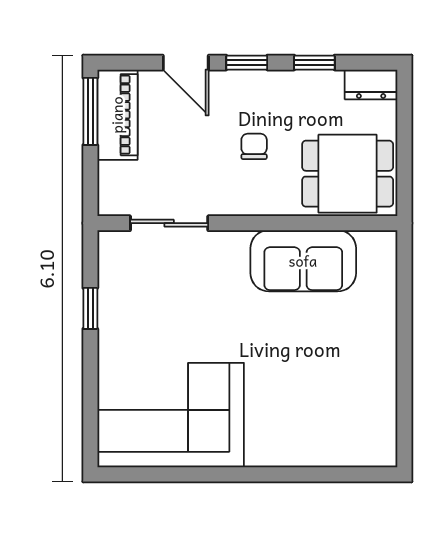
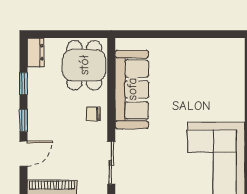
chair: (254, 146) -> (93, 114), moved
sofa: (303, 261) -> (132, 89), width x1.36

